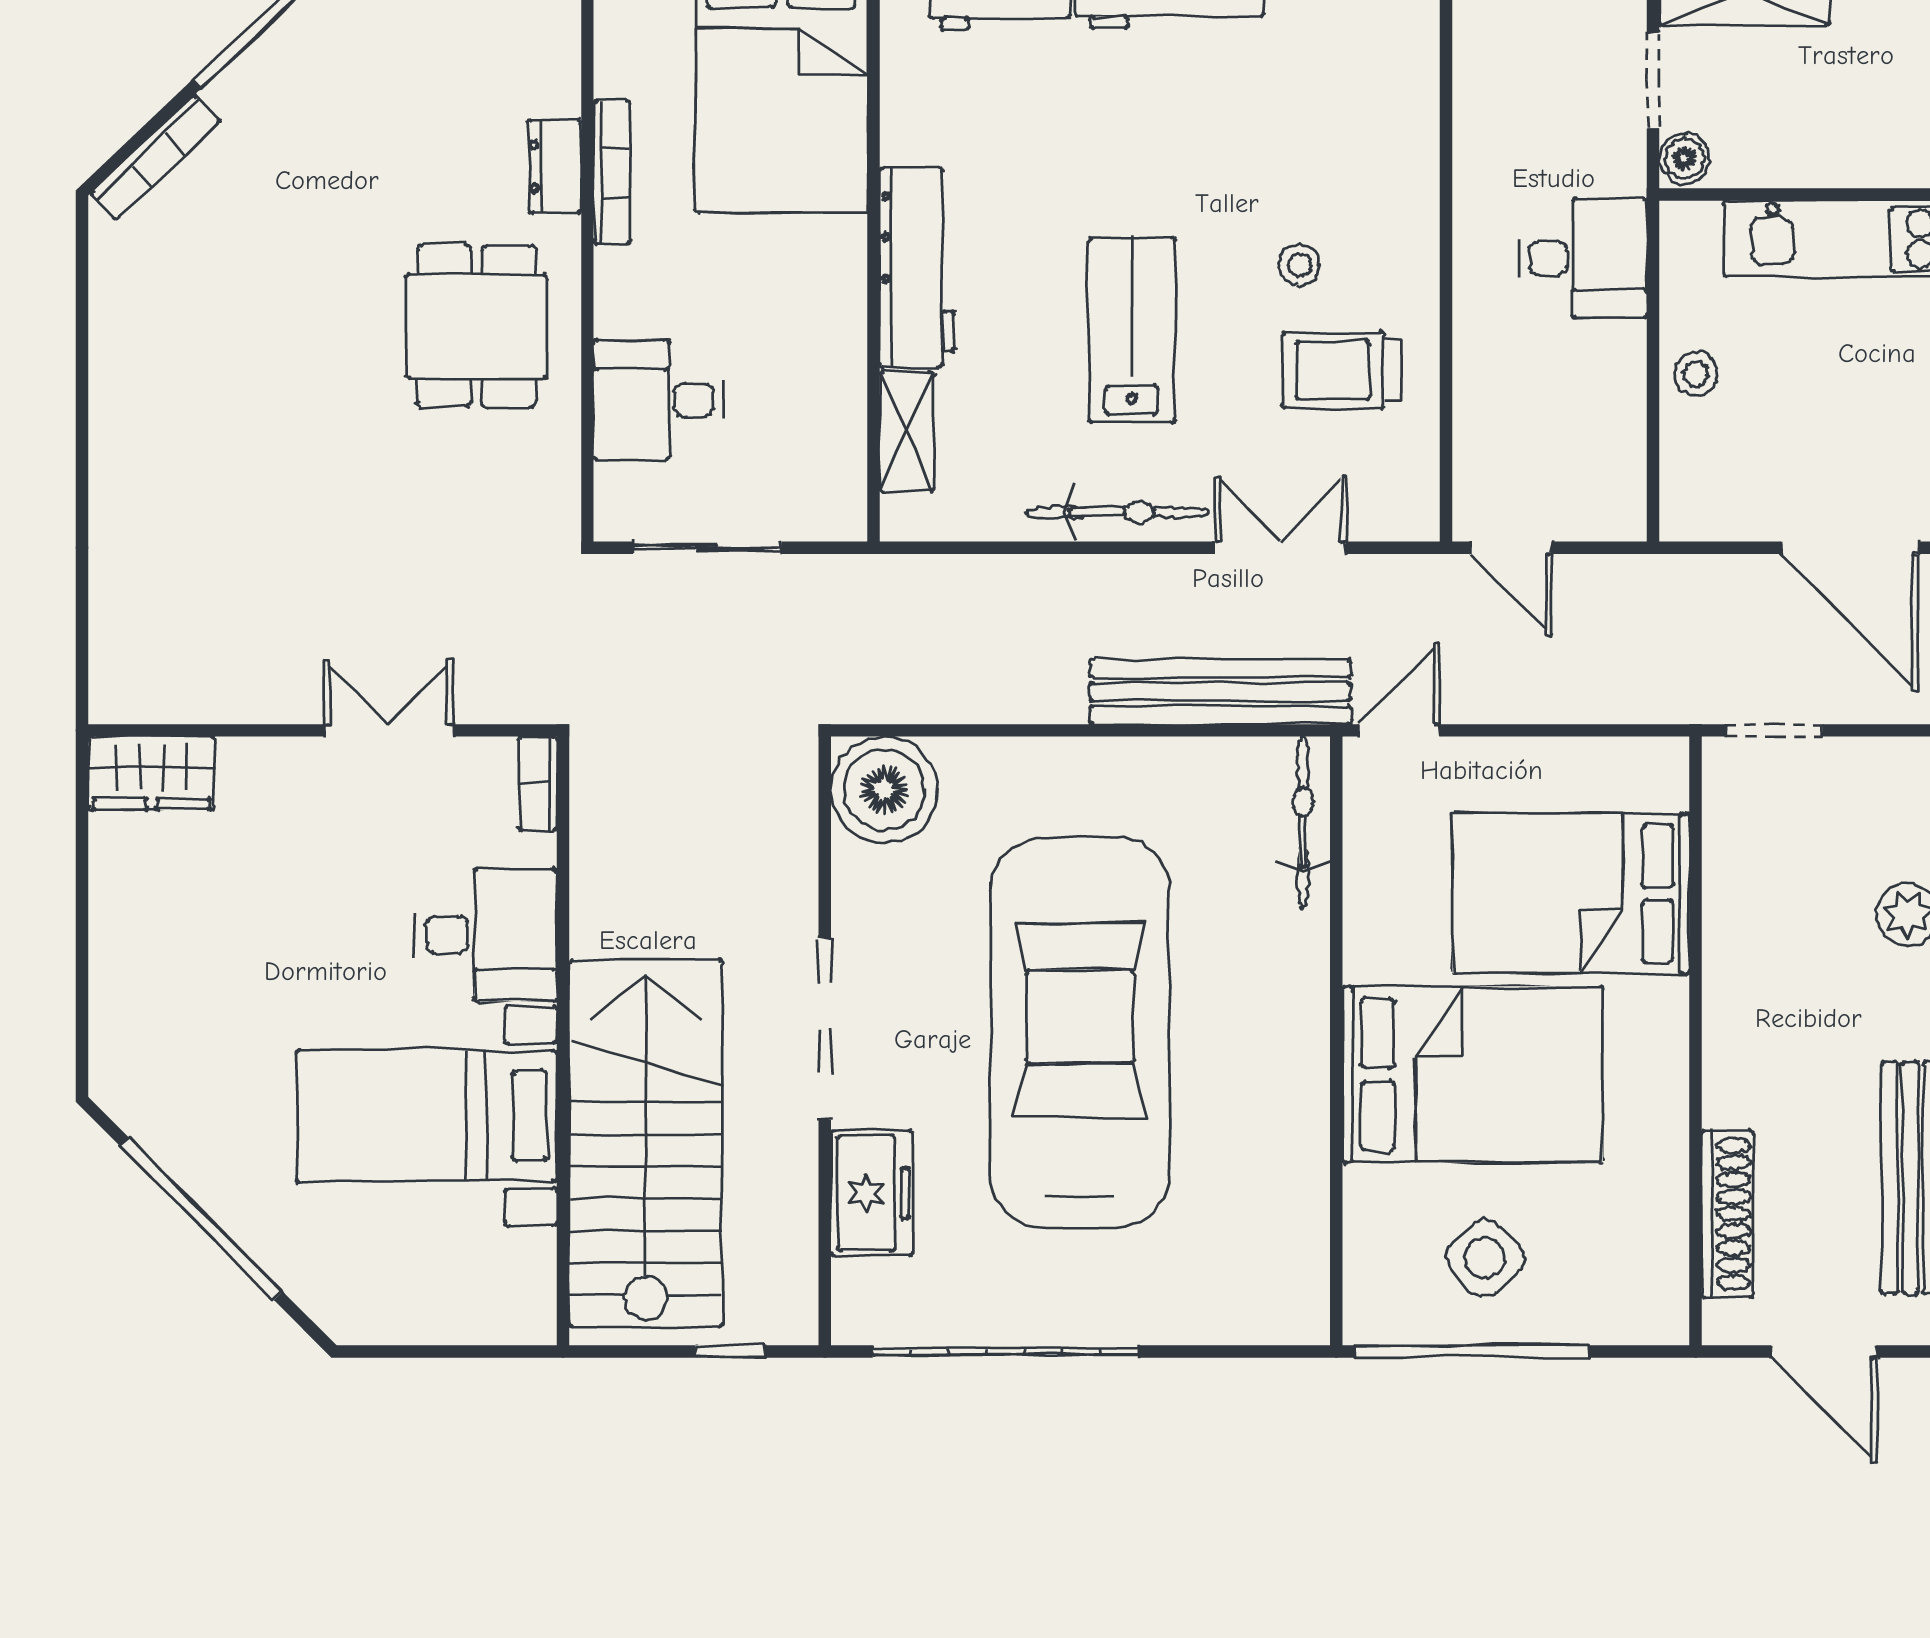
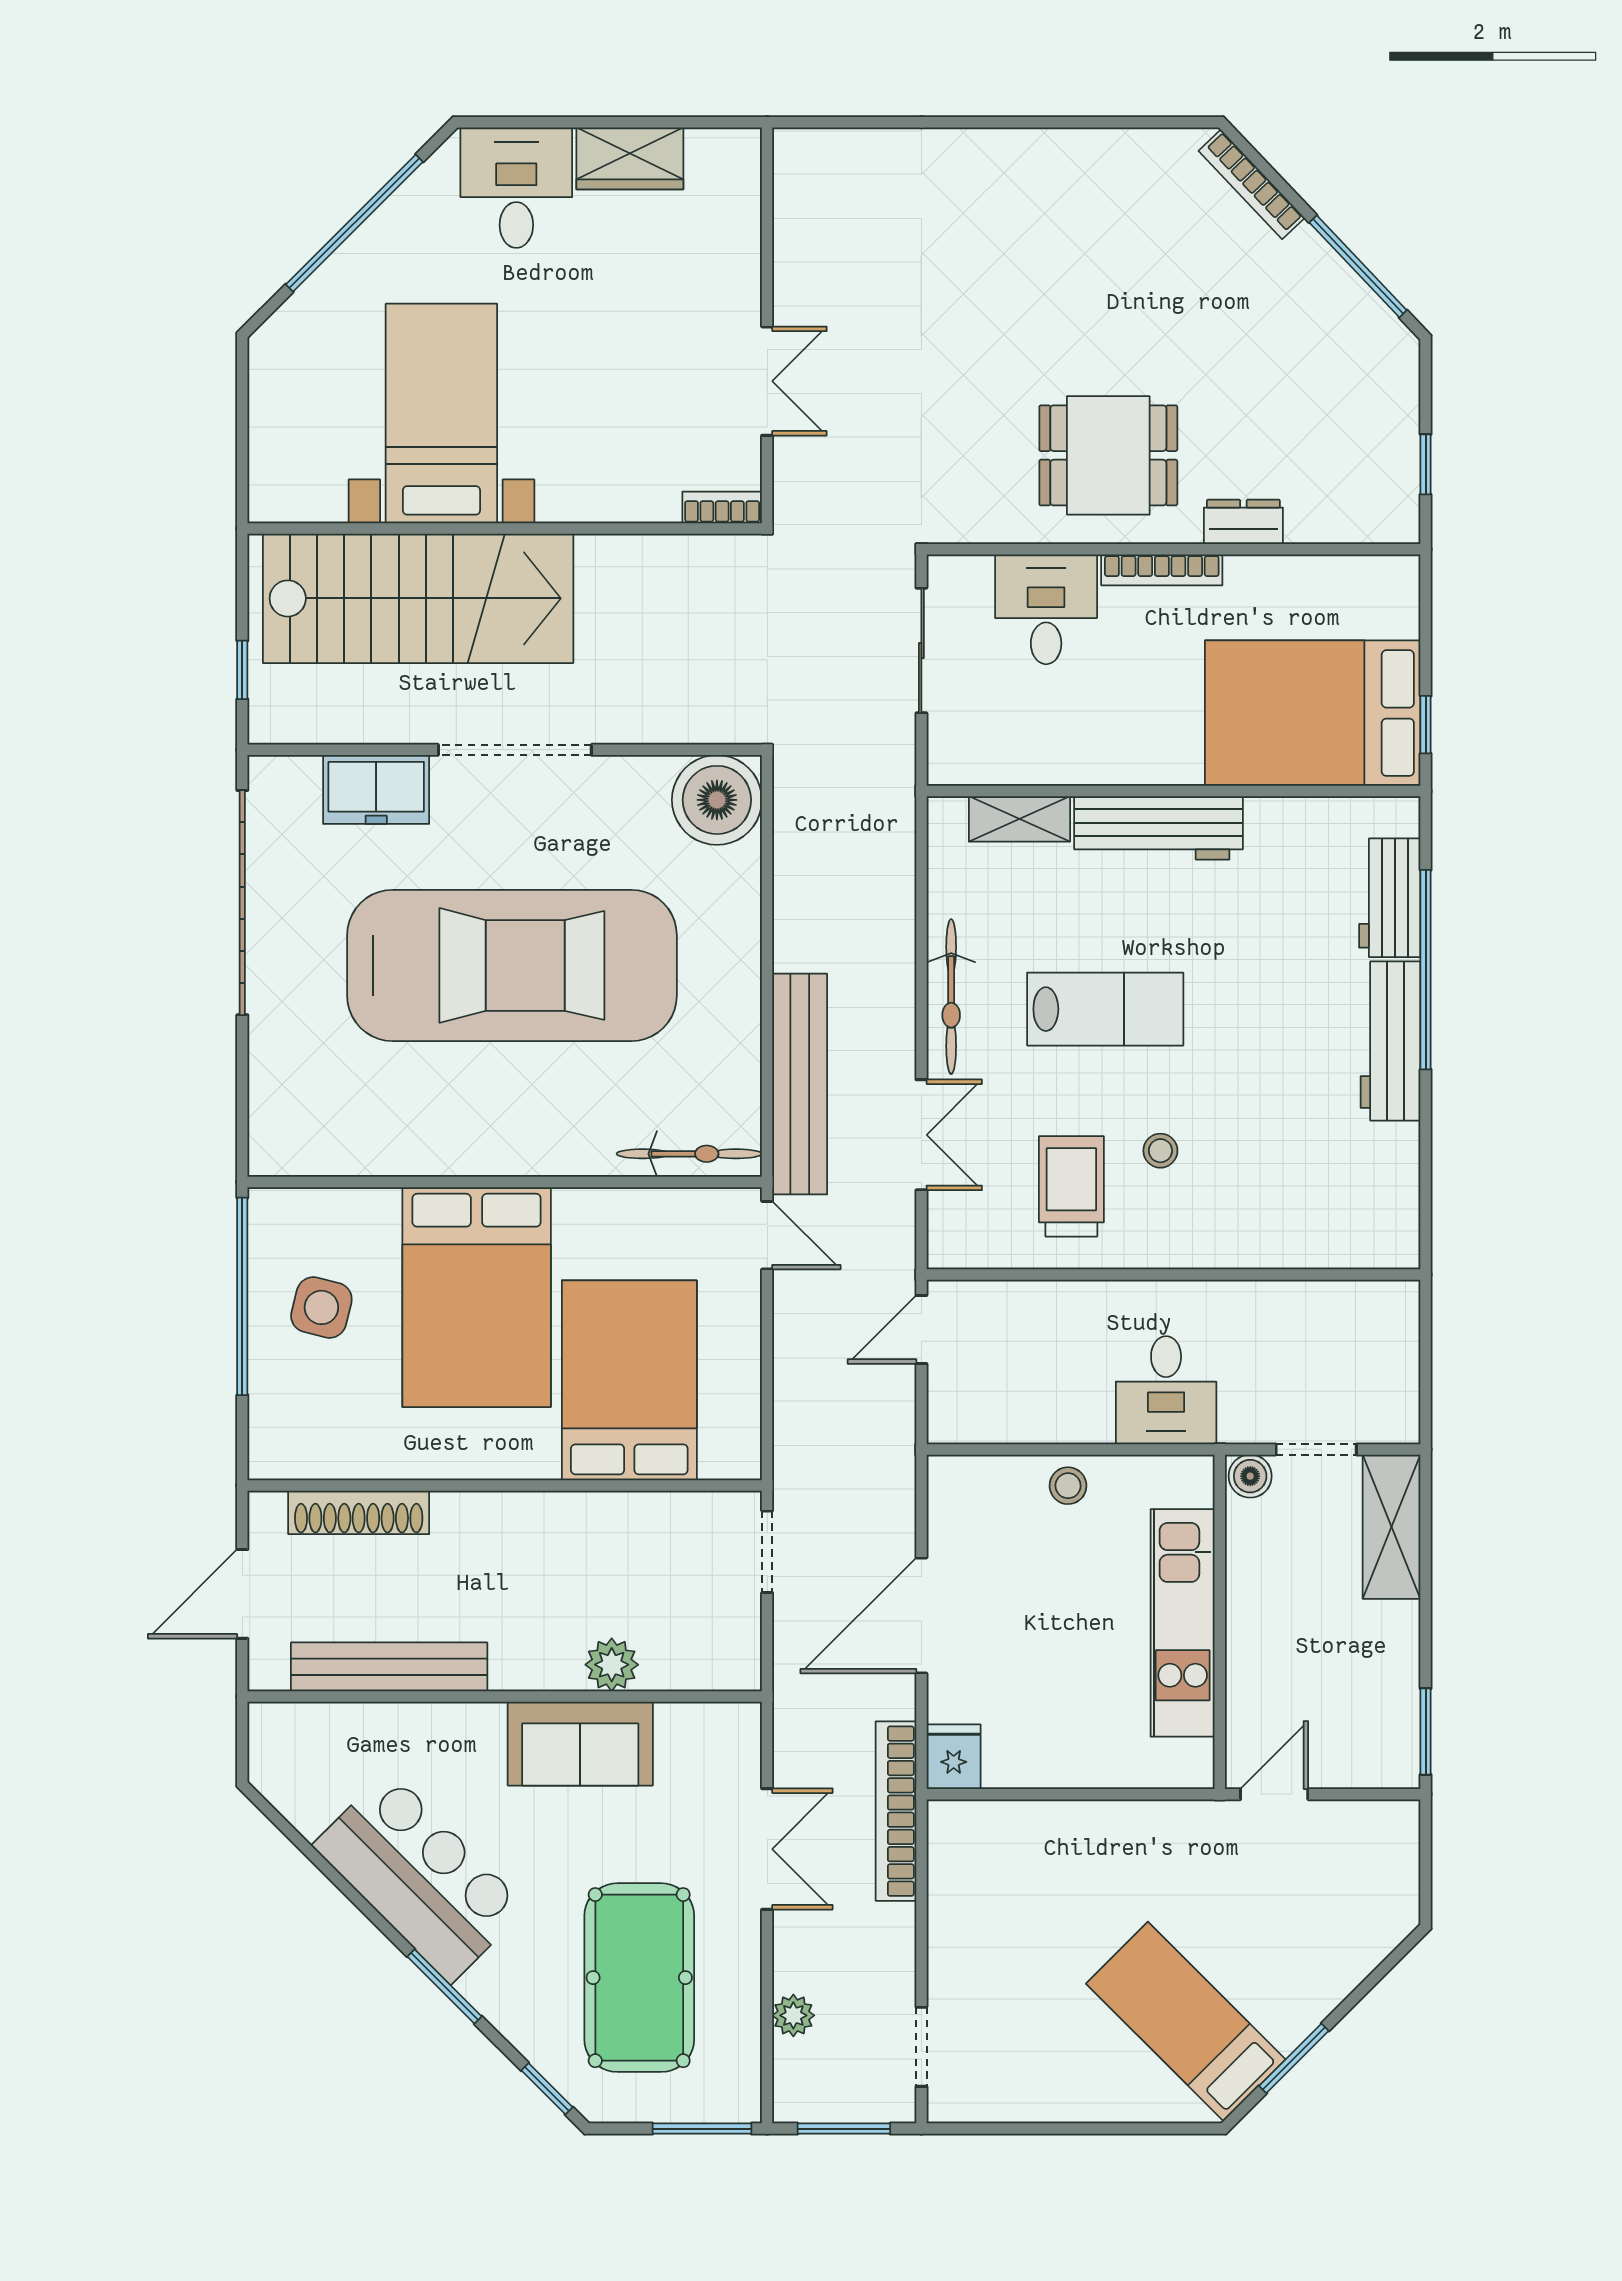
bookcase: (612, 172) -> (1162, 570), moved
wardrobe: (151, 773) -> (630, 158), moved, turned -90
desk: (486, 935) -> (516, 188), moved, turned 180
side table: (1485, 1258) -> (321, 1307), turned -34

